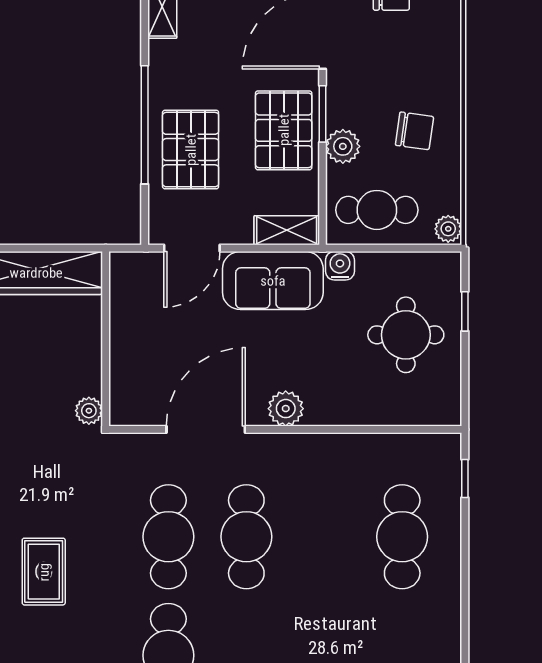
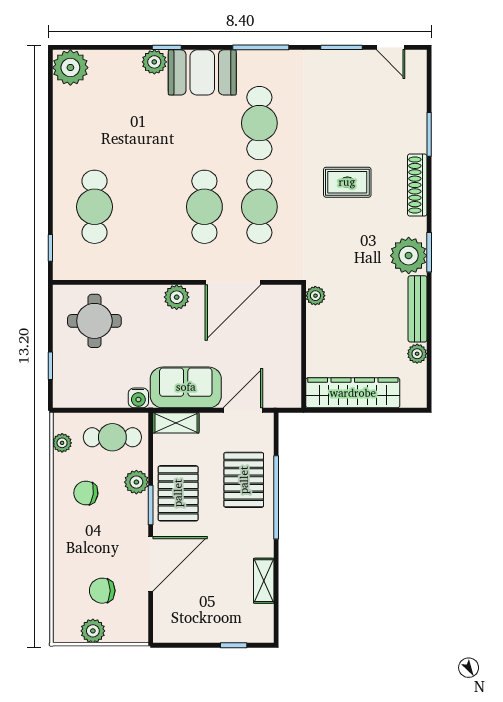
plant: (448, 229) -> (62, 443), moved
round table: (406, 335) -> (94, 321), moved
rug: (44, 572) -> (347, 182), turned 90

